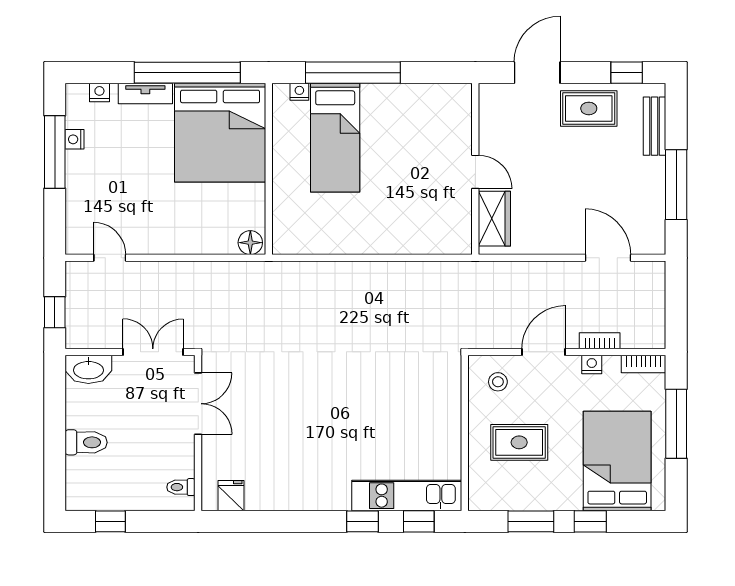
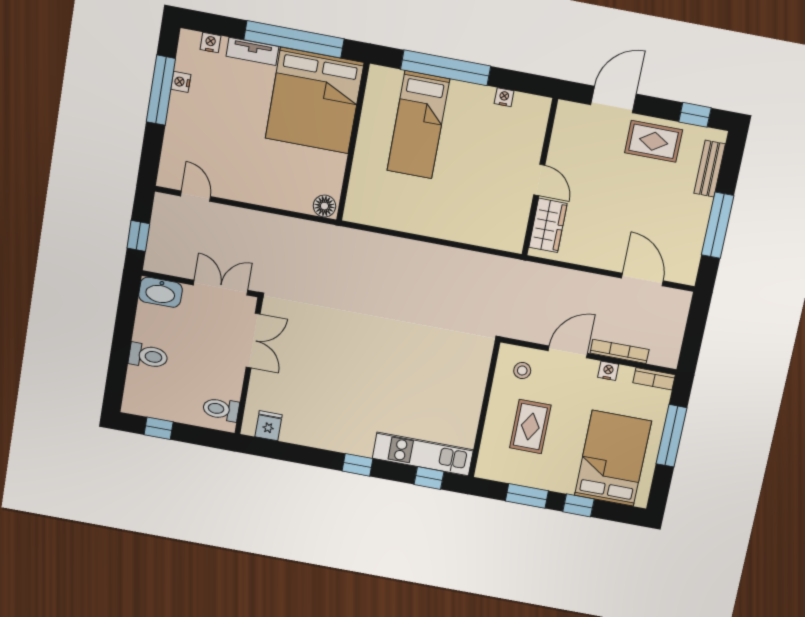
nightstand: (299, 92) -> (504, 97), moved
bookcase: (600, 341) -> (620, 351), width x1.56
rug: (519, 442) -> (530, 426), turned 90
toilet: (181, 487) -> (221, 409), width x1.37, depth x1.39
window: (362, 521) -> (358, 465), moved

